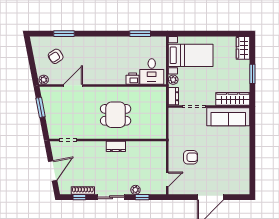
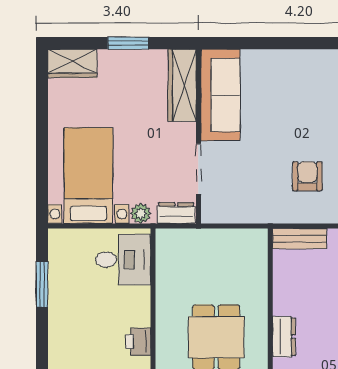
printer: (133, 79) -> (138, 342), moved
bench: (161, 154) -> (300, 239), added

